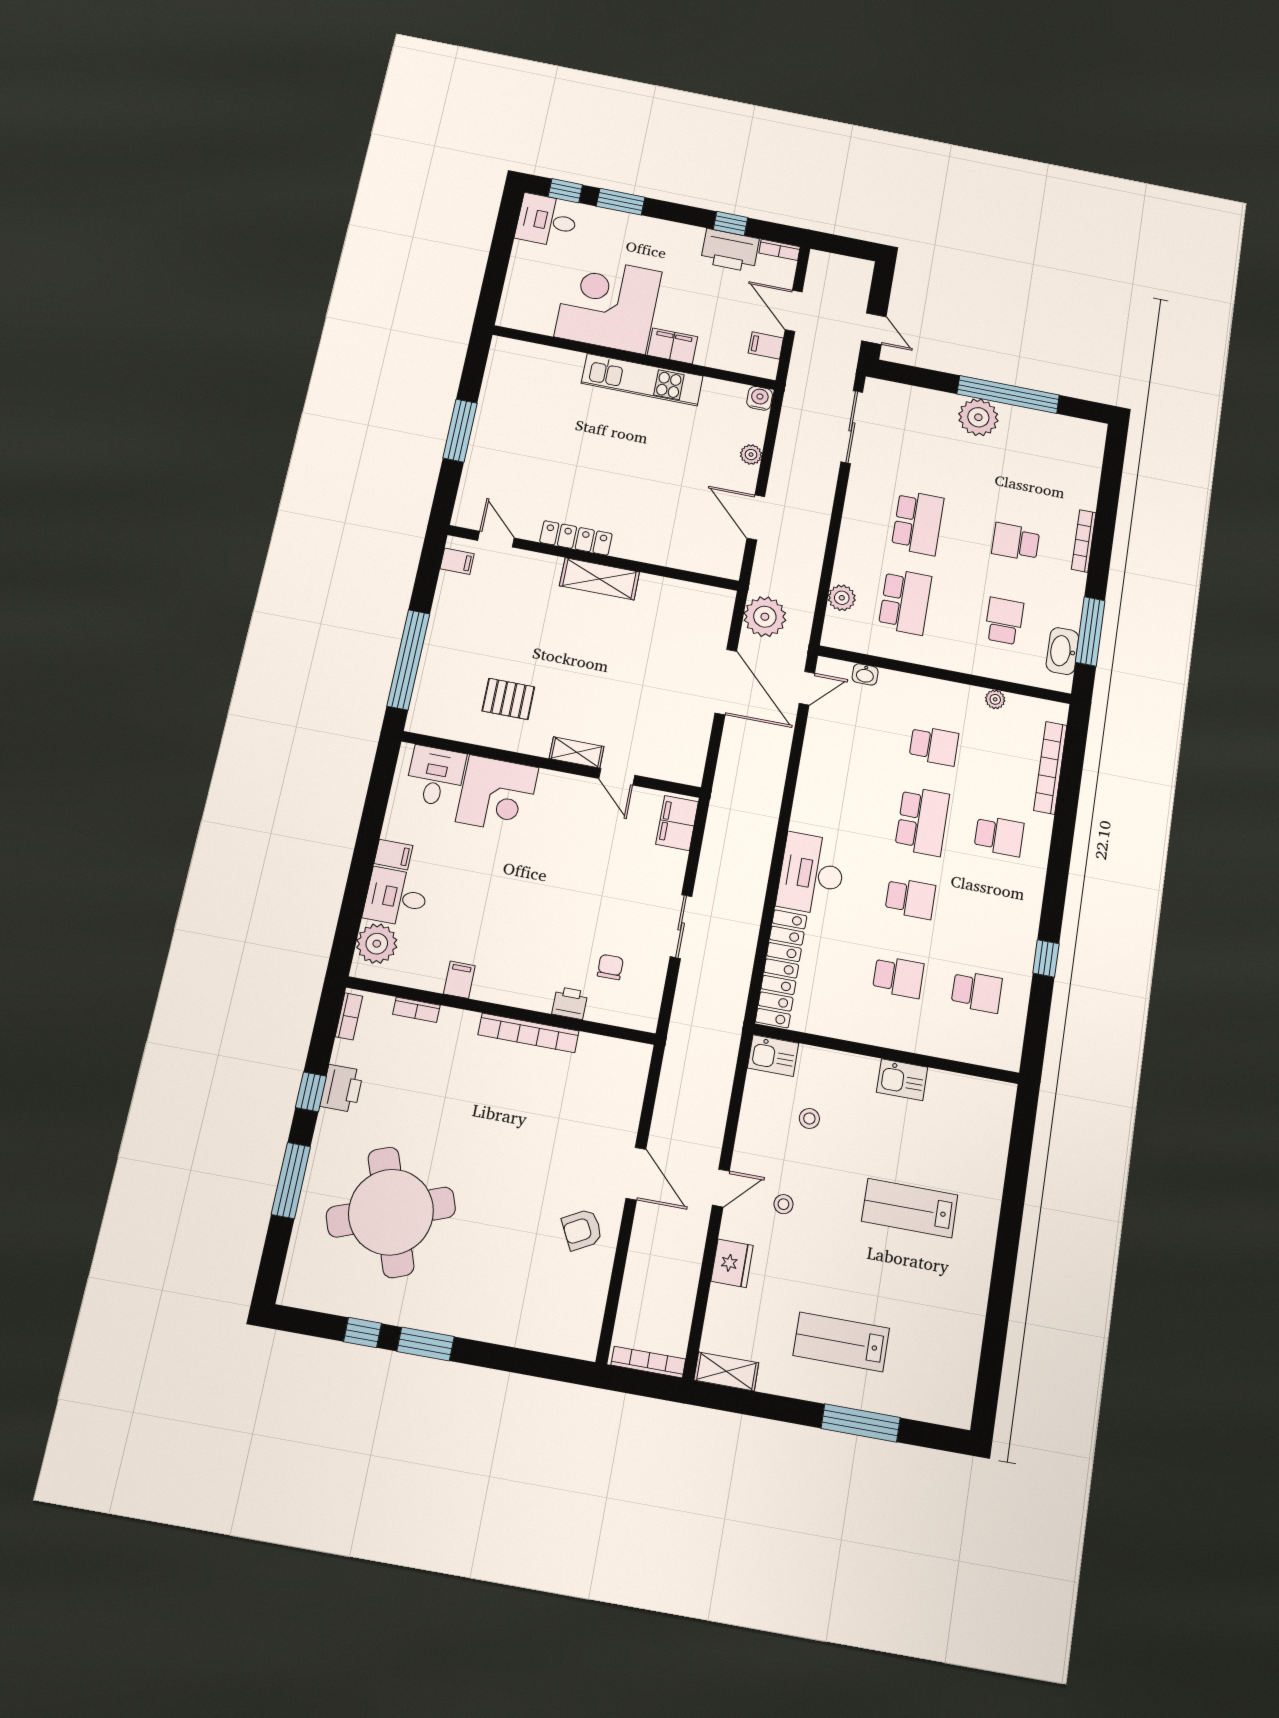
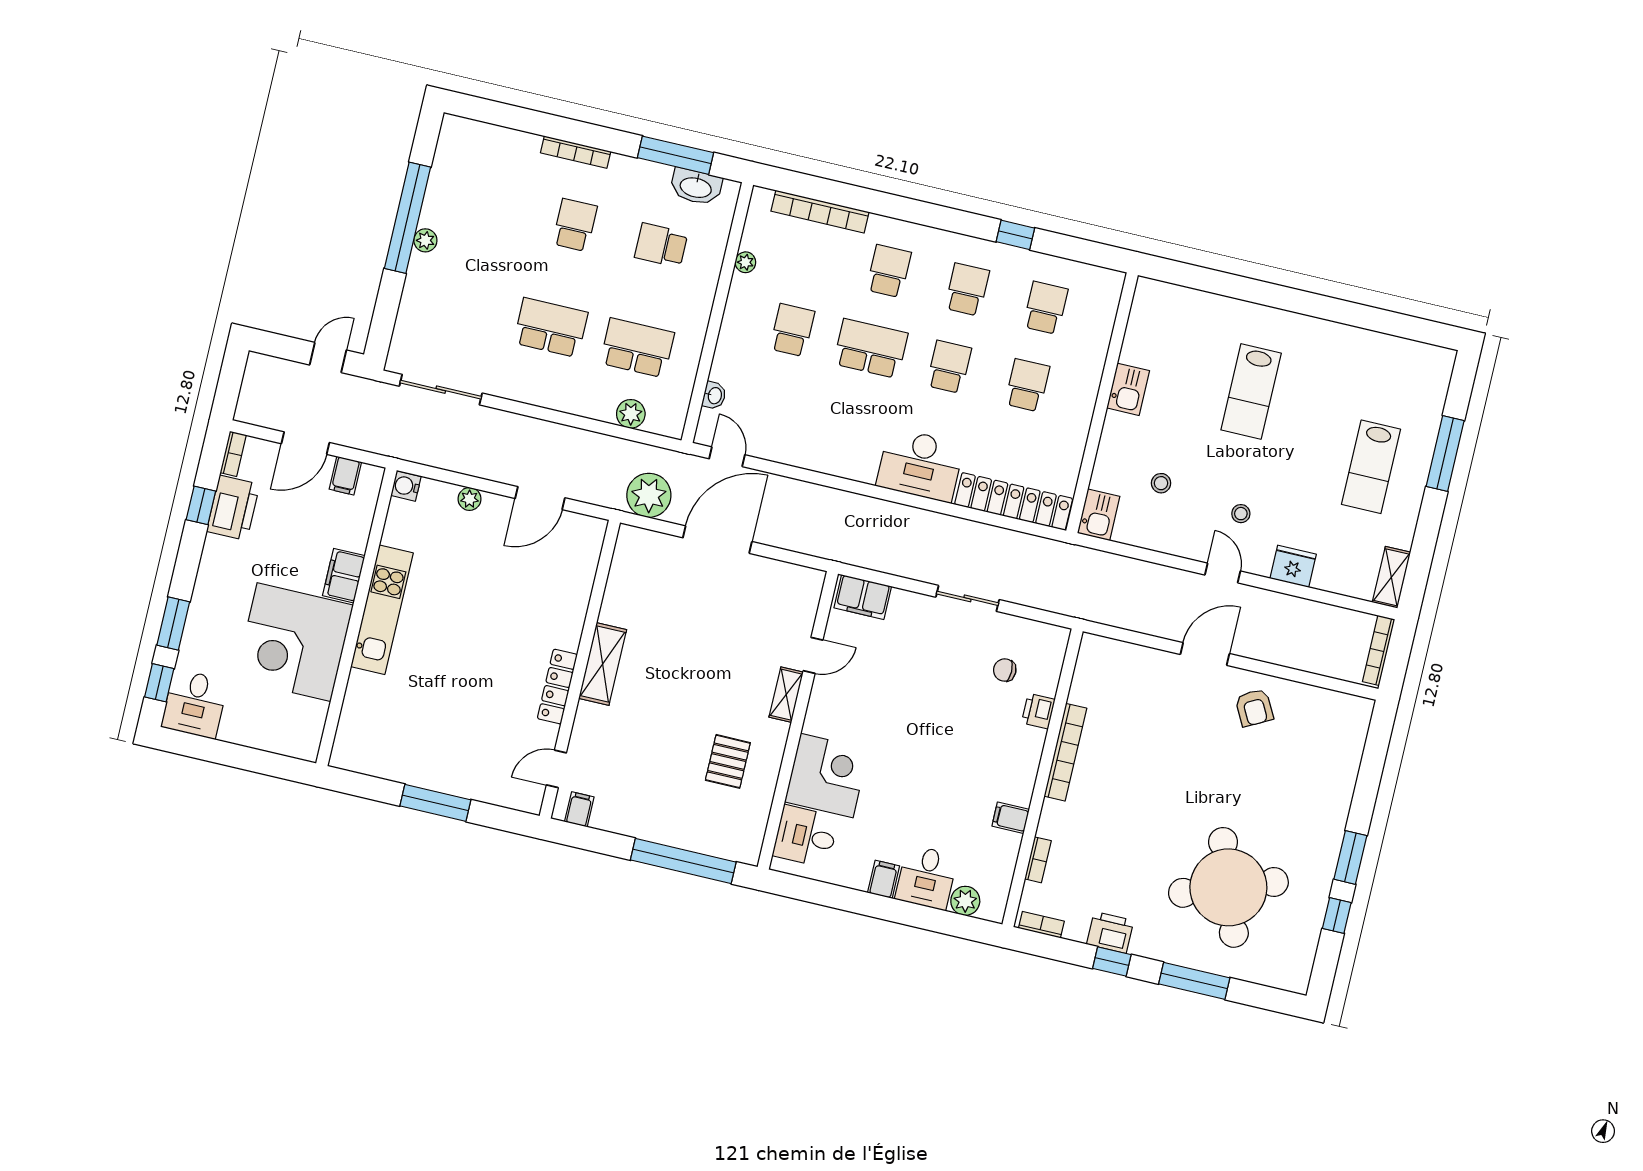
plant: (978, 417) -> (425, 240), width x0.53, depth x0.53
school desk: (1016, 542) -> (575, 225), turned 180
school desk: (988, 913) -> (967, 289), added
plant: (377, 944) -> (965, 901), width x0.73, depth x0.73

